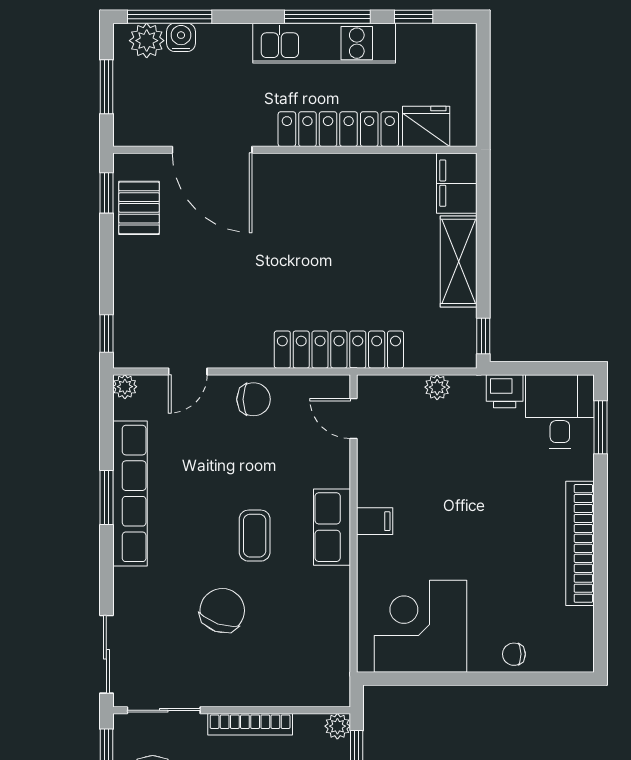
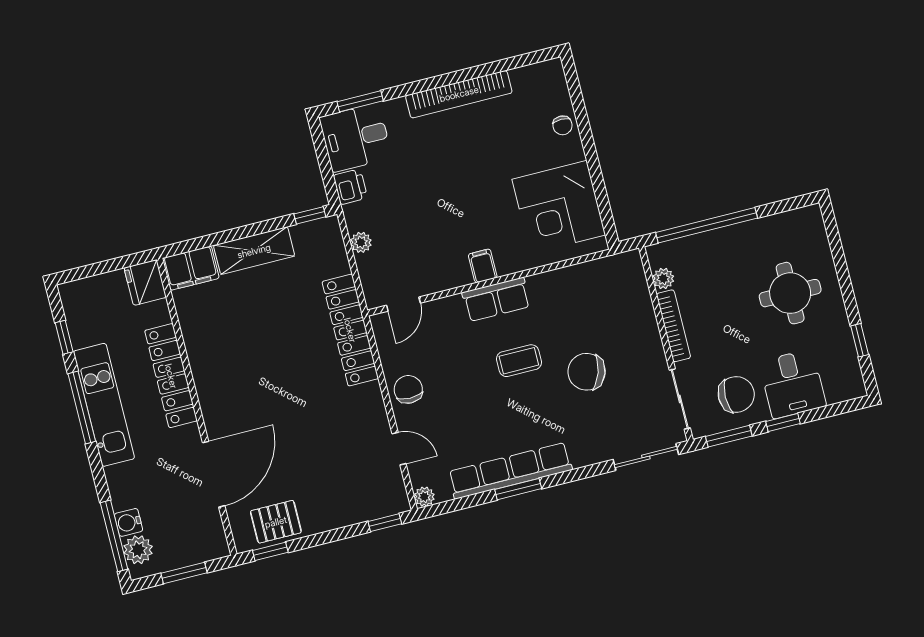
fridge: (426, 126) -> (145, 282), moved
plant: (337, 726) -> (663, 279), moved

